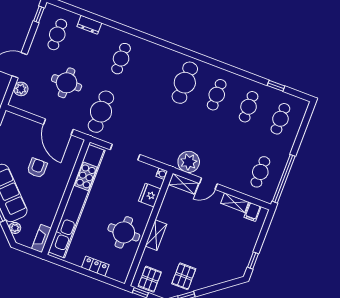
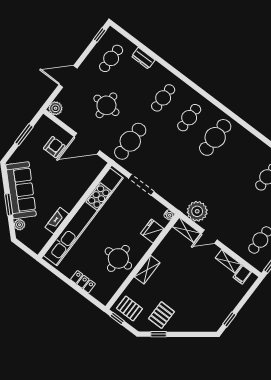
plant: (21, 89) -> (56, 108), moved
cafe table: (217, 95) -> (189, 118), moved
door: (58, 127) -> (87, 144), hinge flipped
armchair: (37, 168) -> (54, 147), moved
fireplace: (41, 238) -> (57, 221), moved
pallet: (150, 279) -> (129, 308), turned 90

